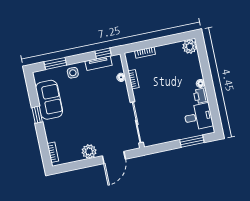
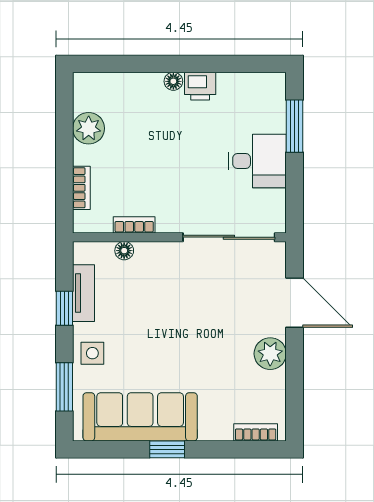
plant: (190, 47) -> (89, 128), moved
window: (103, 53) -> (64, 308), moved
sofa: (49, 100) -> (140, 417), width x1.36
desk: (198, 117) -> (257, 161), moved, turned 90

